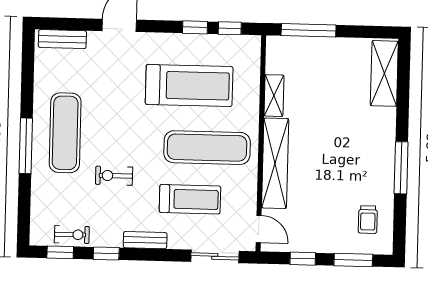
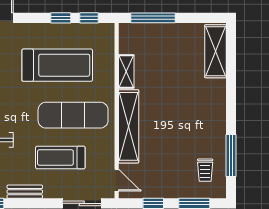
window: (401, 168) -> (231, 155), moved
treadmill: (190, 199) -> (60, 157), turned 180

